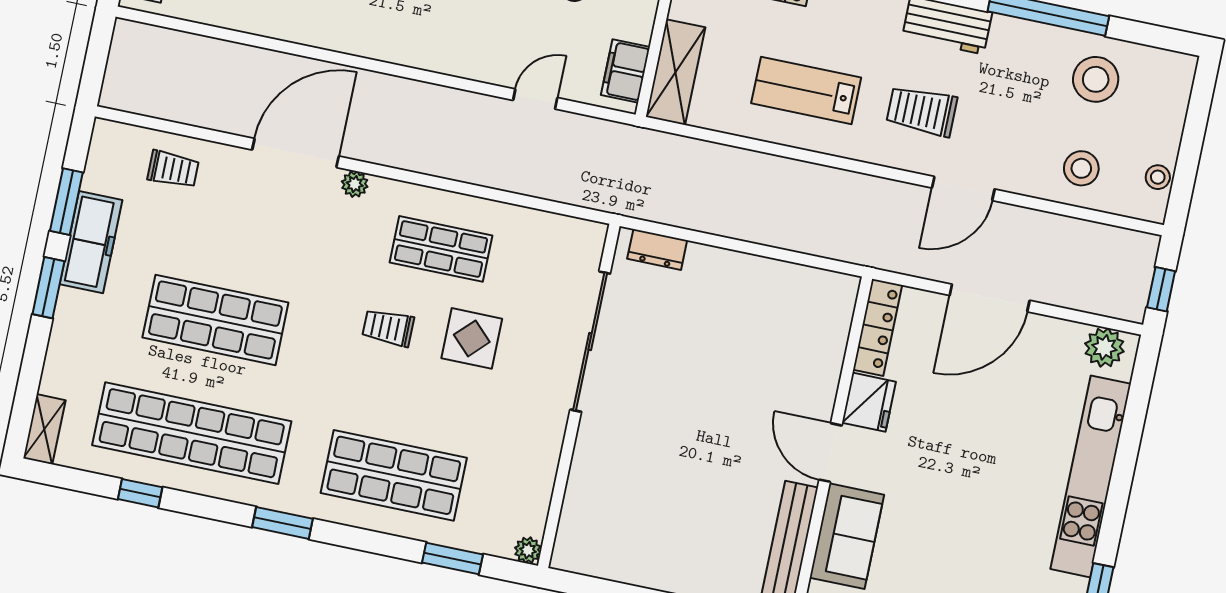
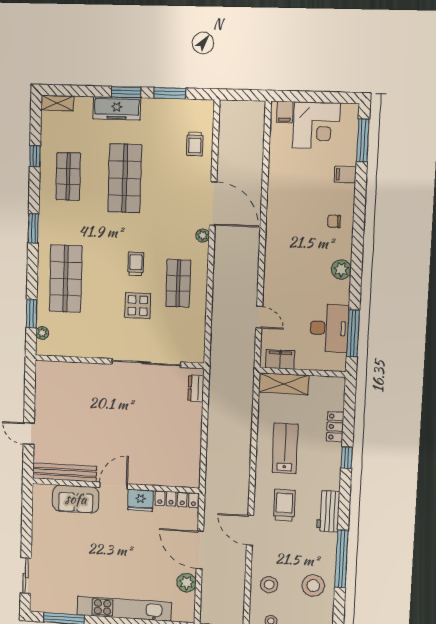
freezer: (91, 242) -> (117, 108), moved
plant: (1104, 347) -> (187, 583), moved
shop shelf: (192, 433) -> (68, 176), width x0.50, depth x0.74
plant: (528, 550) -> (42, 333), moved

